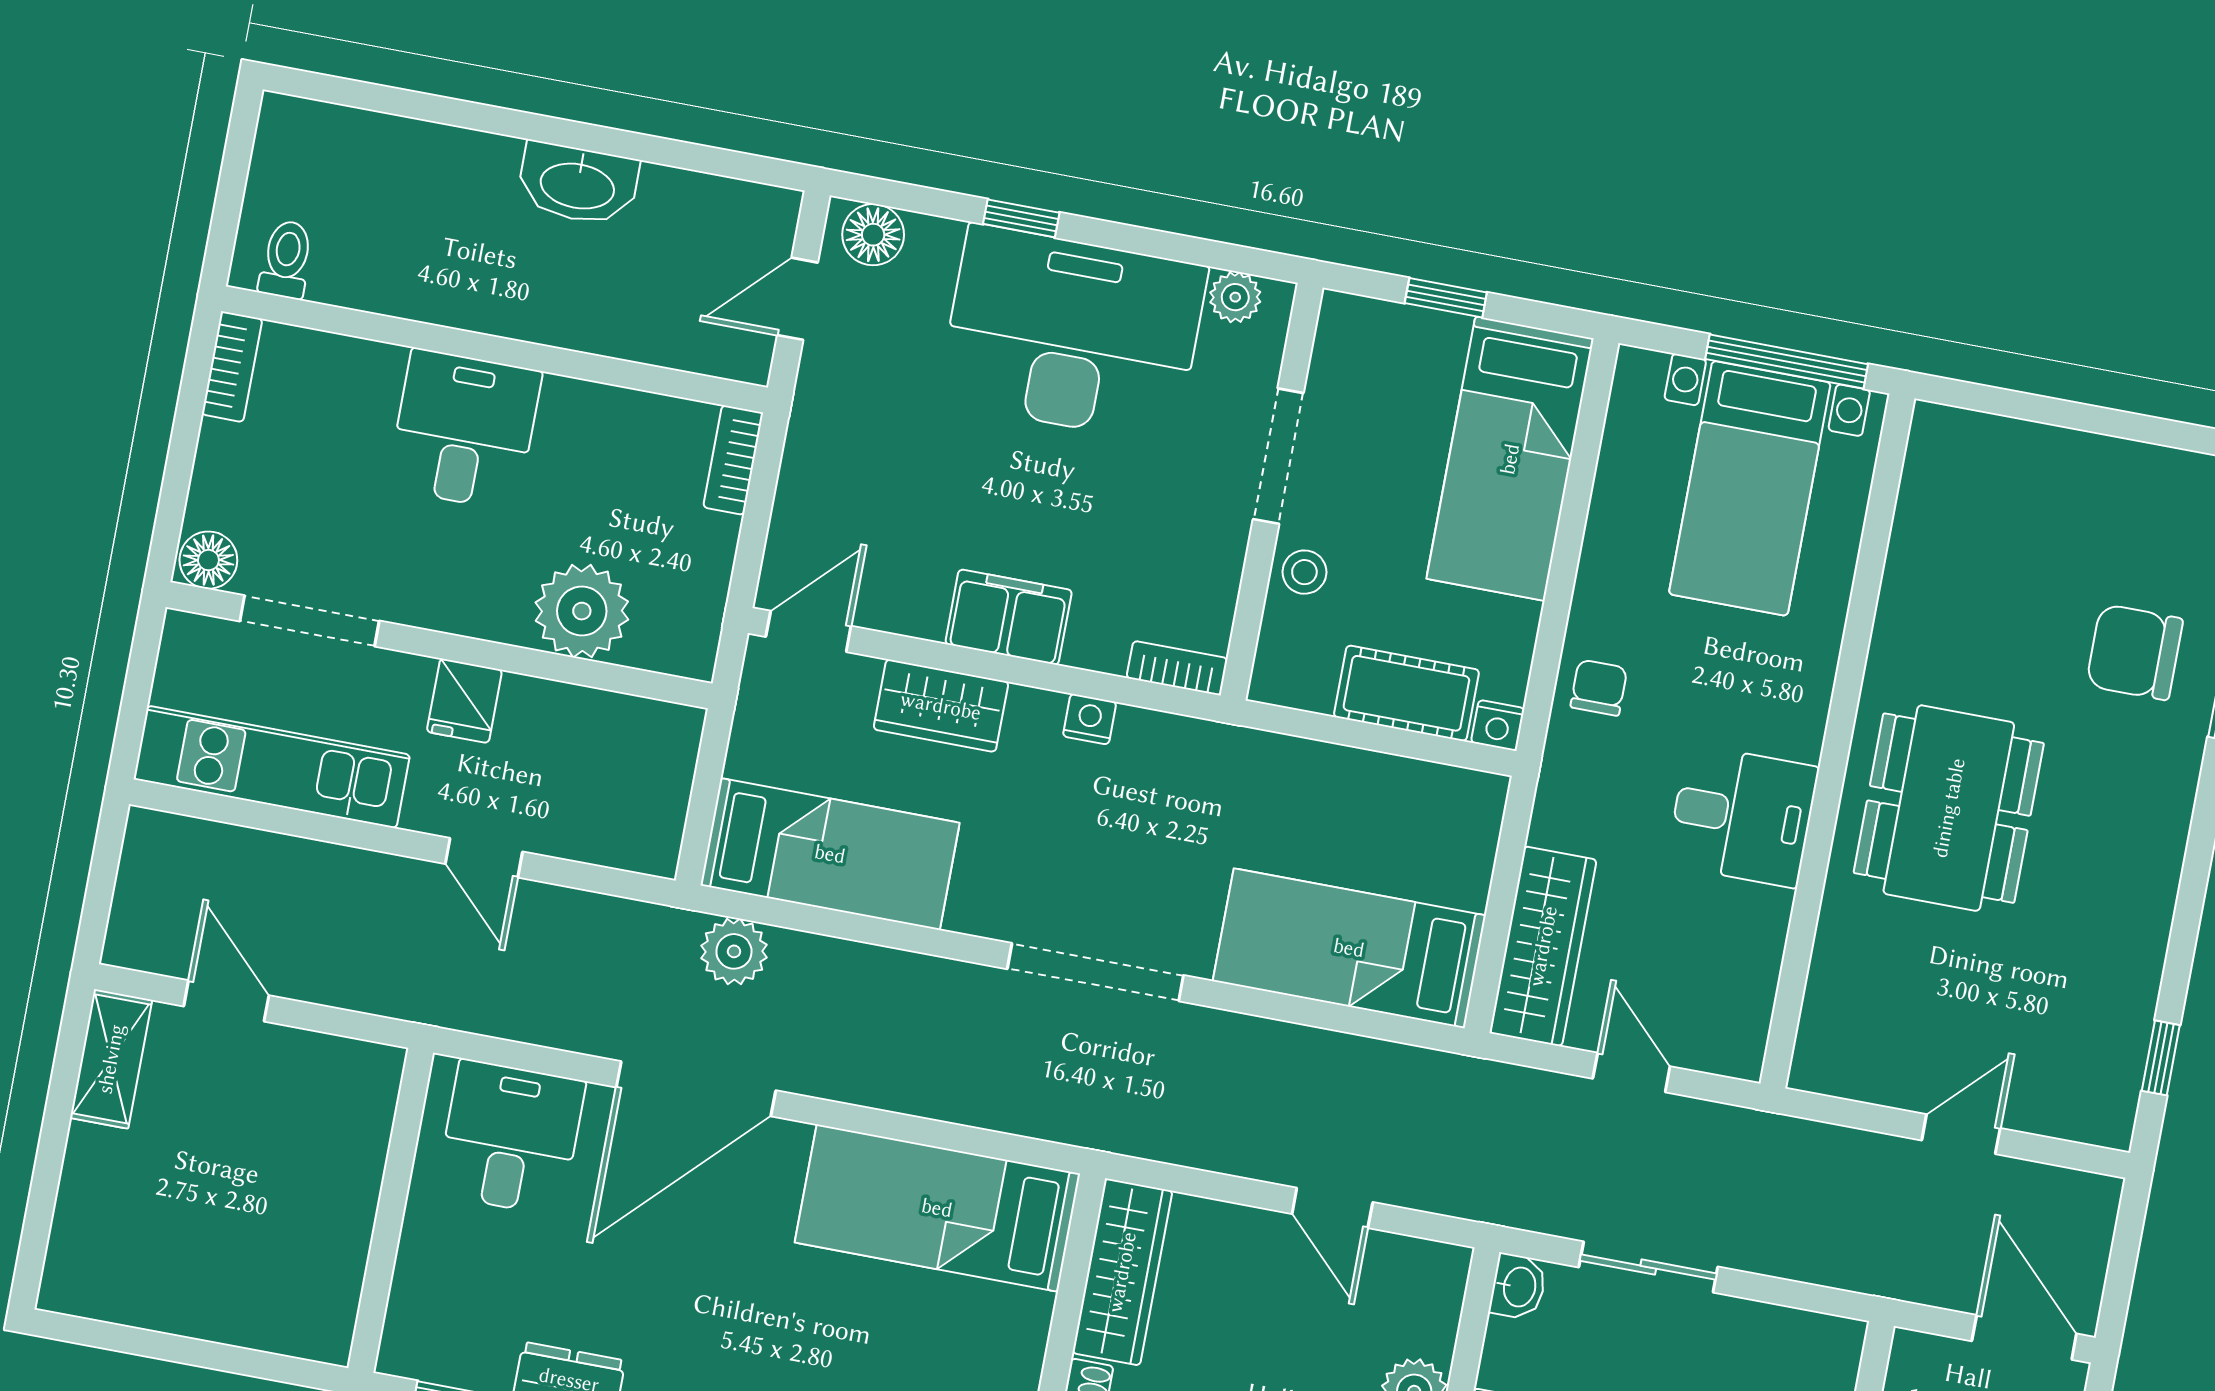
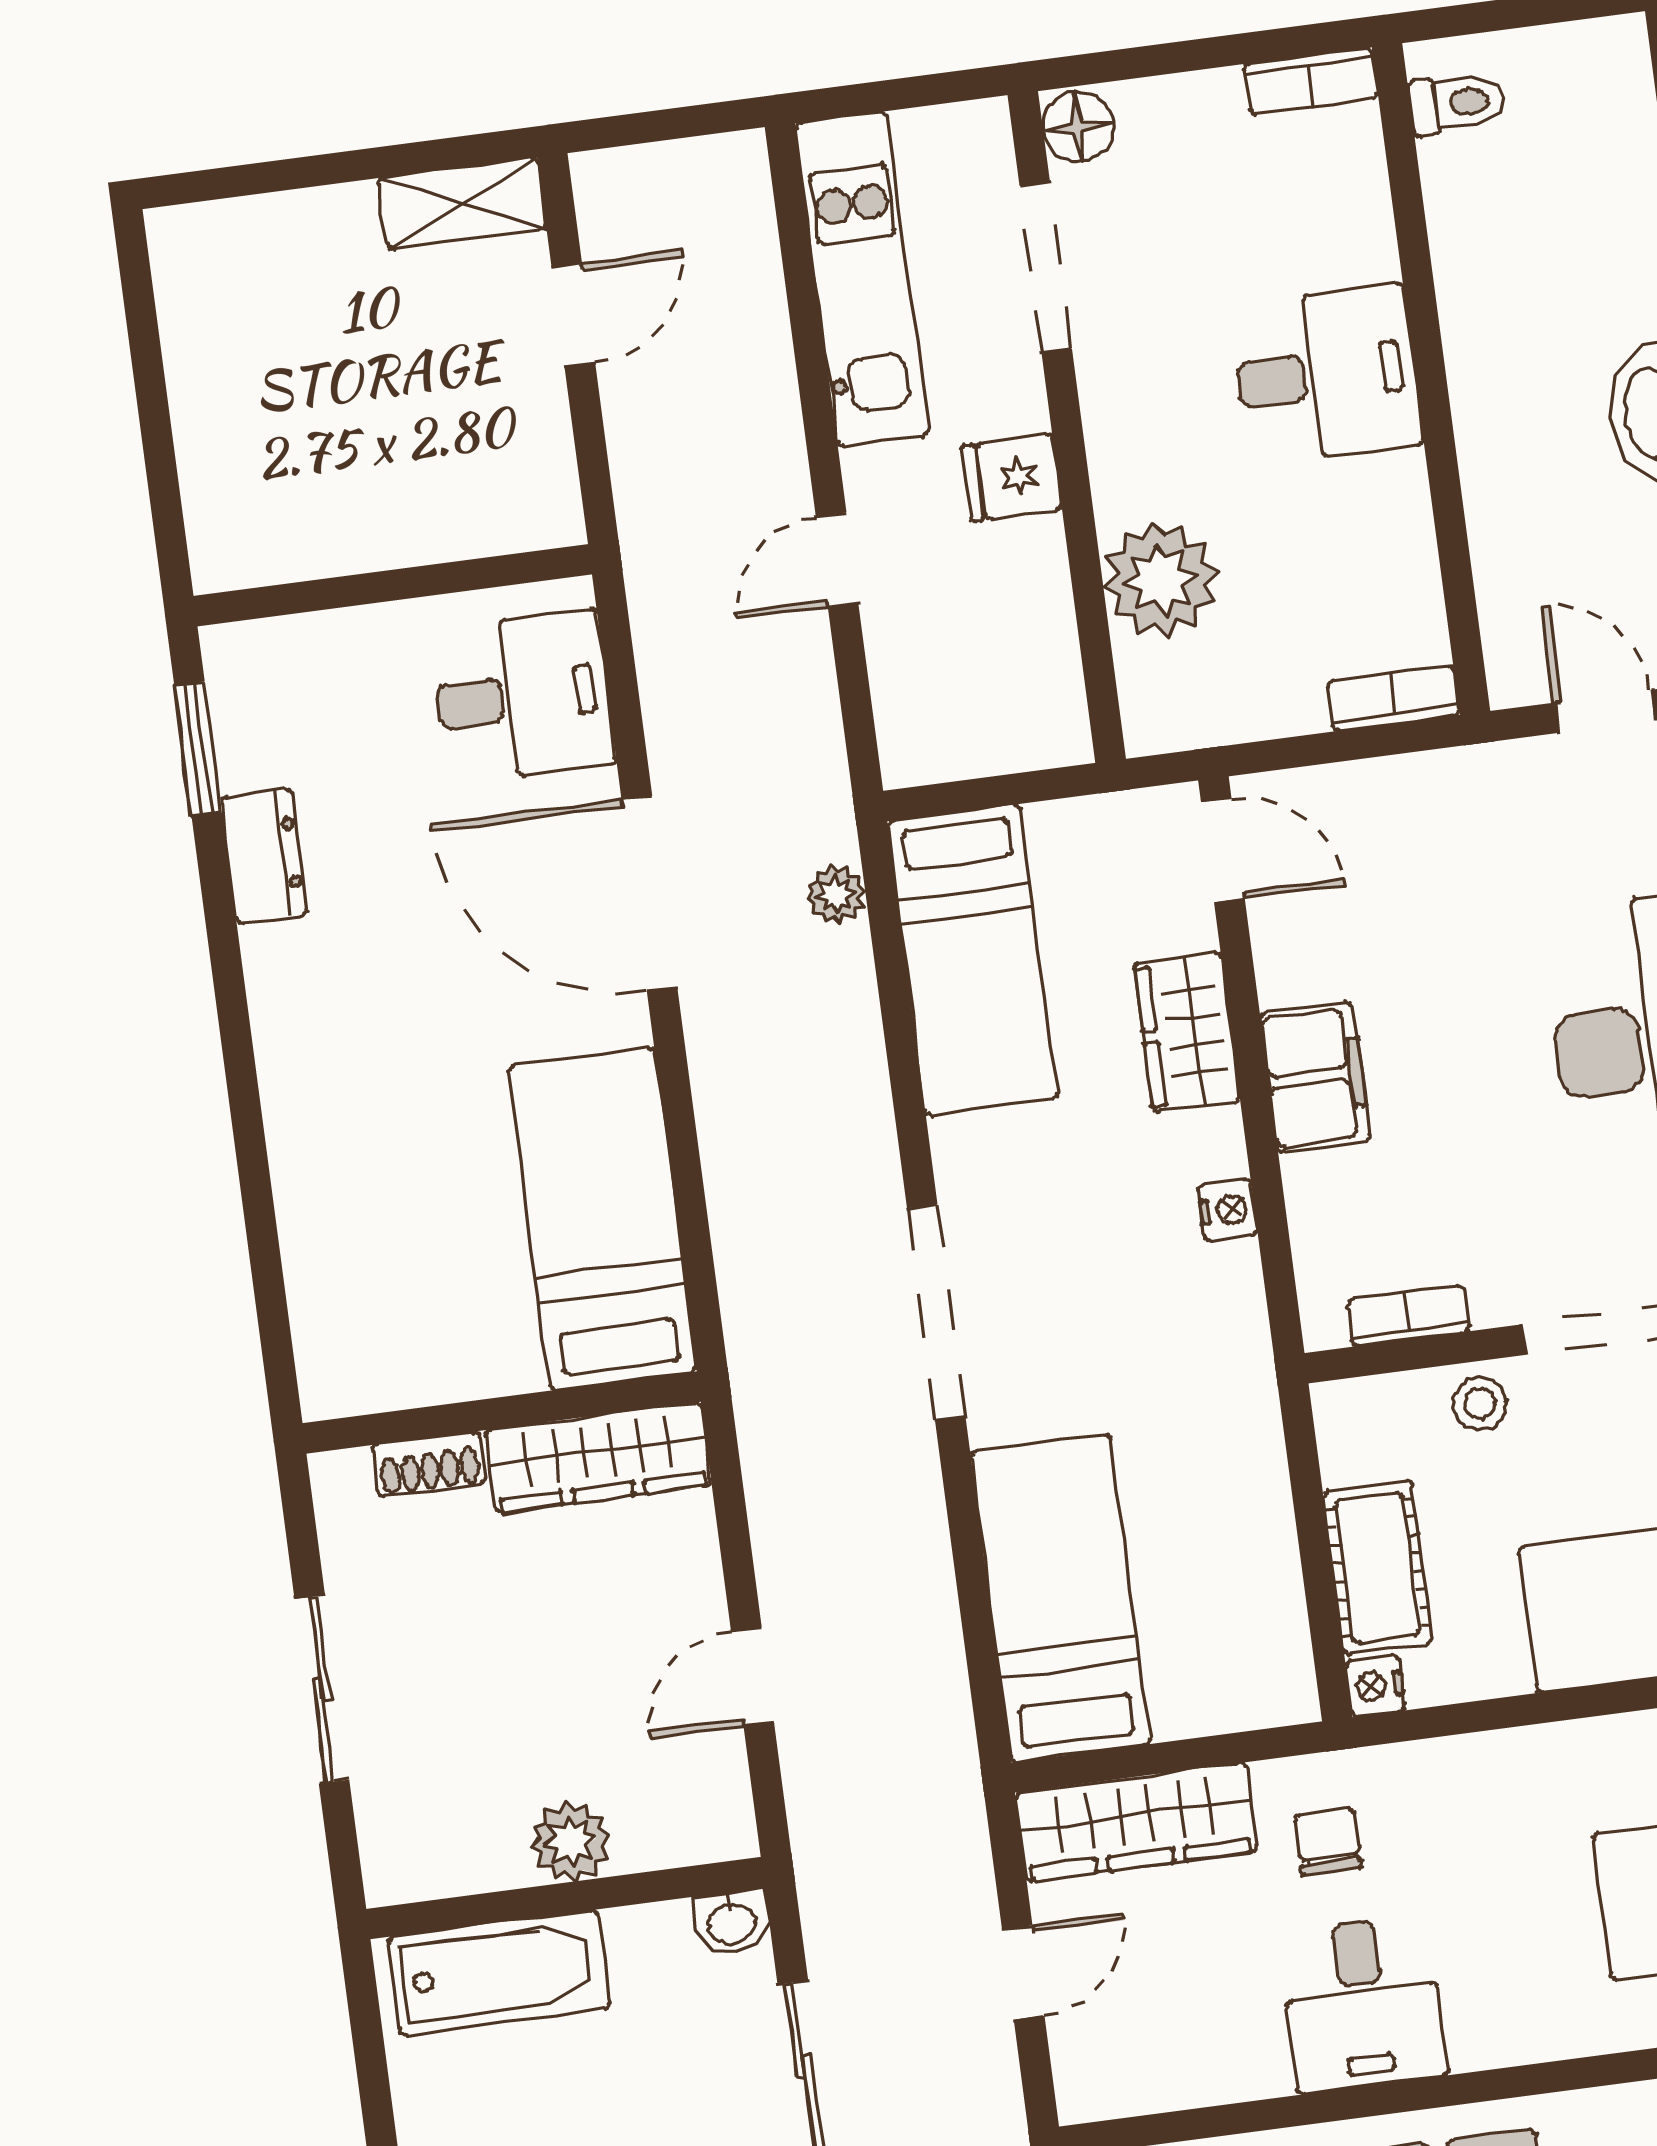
bookcase: (1177, 668) -> (1408, 1316), moved, turned -90
chair: (1599, 688) -> (1328, 1842), moved, turned -90
plant: (734, 951) -> (836, 895), width x0.73, depth x0.73

